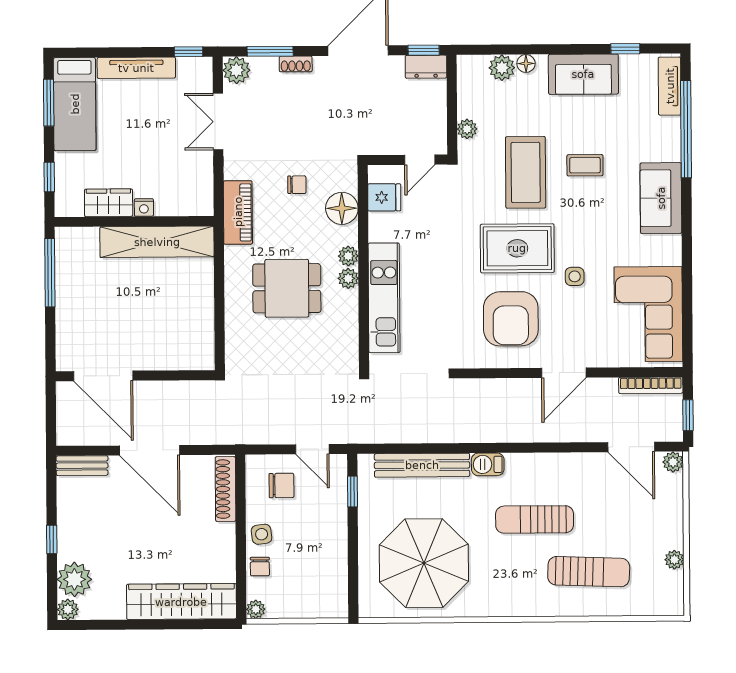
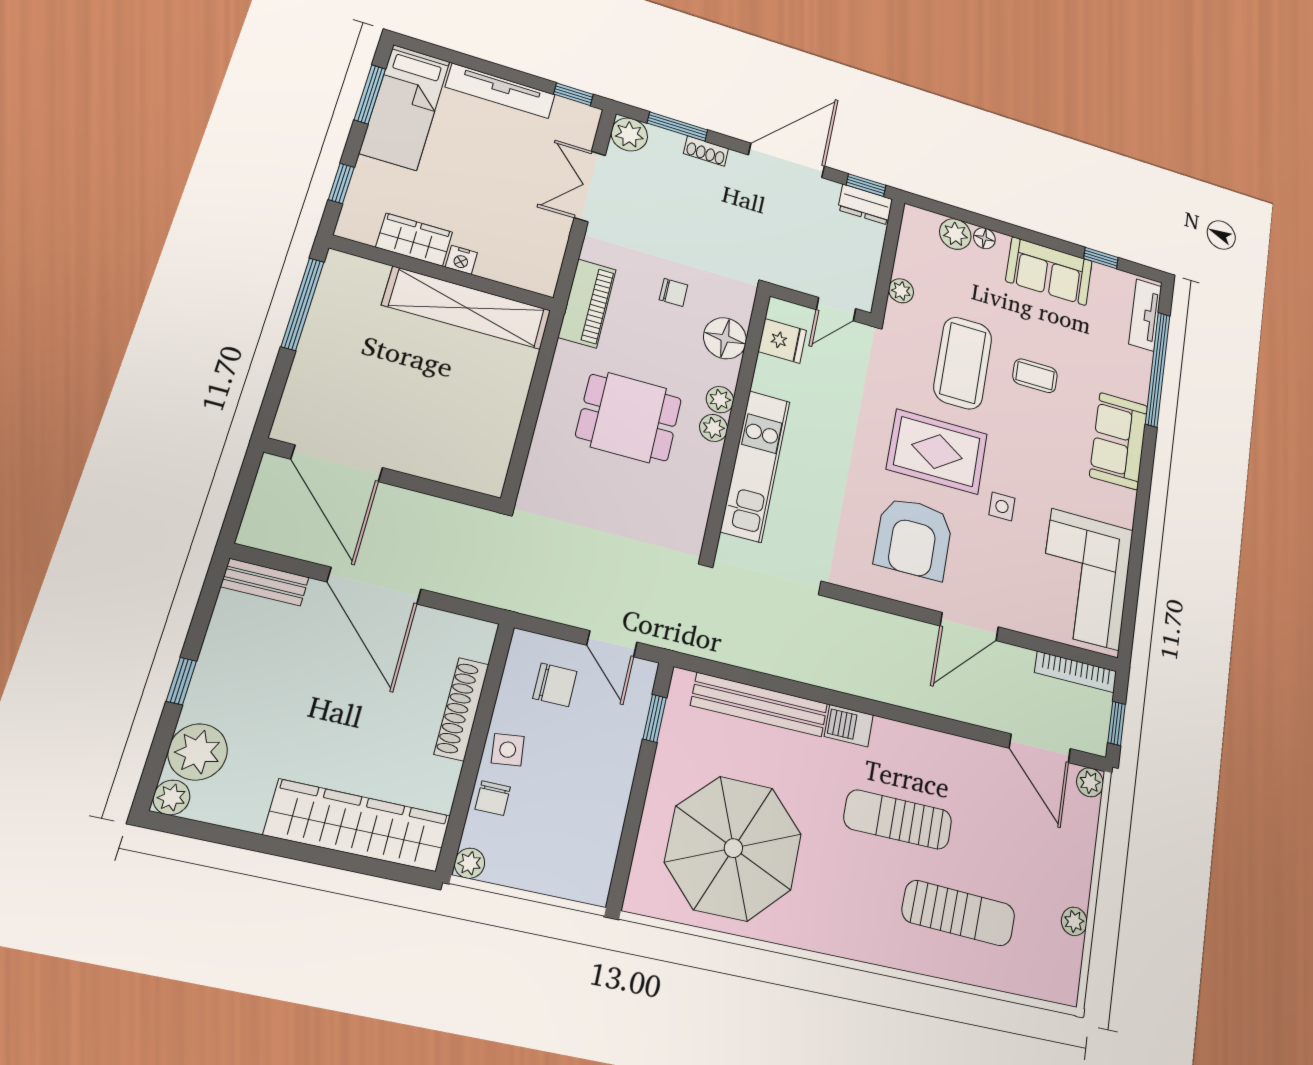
shoe rack: (226, 489) -> (462, 709), moved

